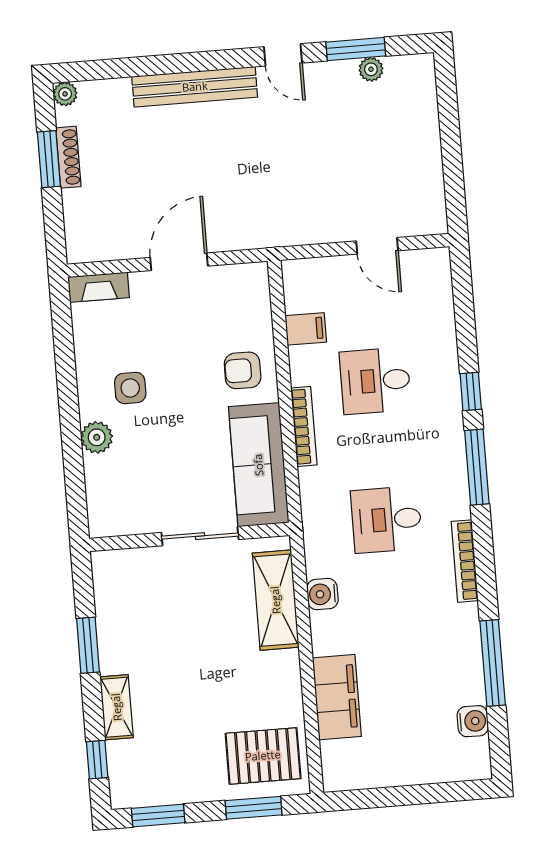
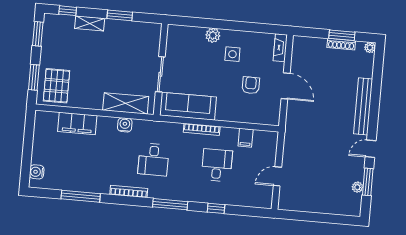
armchair: (243, 370) -> (251, 85), moved
window: (471, 391) -> (216, 208), moved
desk: (386, 520) -> (153, 159), turned 180
water cooler: (473, 721) -> (37, 172), moved, turned 90

